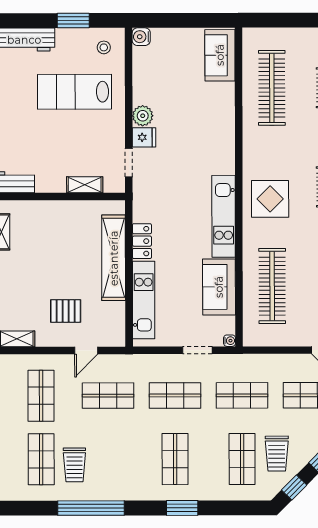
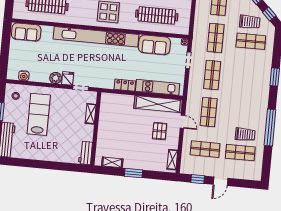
water cooler: (141, 37) -> (24, 76), moved
lab bench: (75, 92) -> (39, 114), turned 180
kitchen unit: (224, 216) -> (96, 37), width x1.86
shelving: (114, 258) -> (158, 104), moved
shop shelf: (175, 459) -> (247, 78), removed

